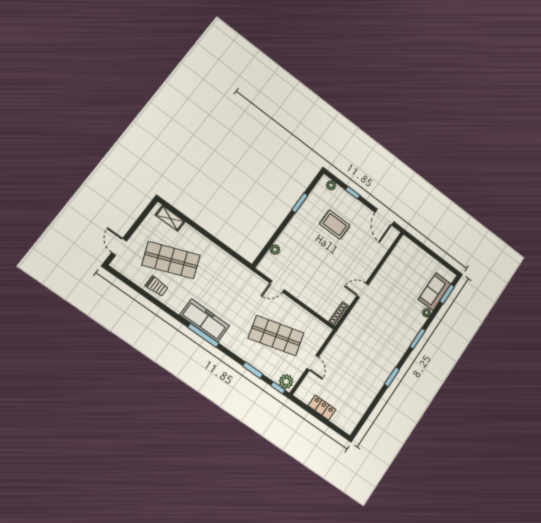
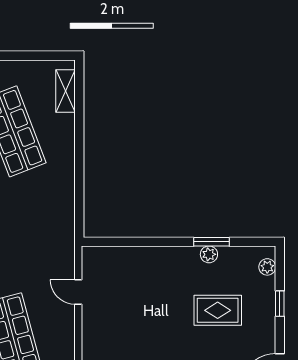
rug: (335, 225) -> (218, 310), turned 90
plant: (275, 250) -> (209, 254), moved

